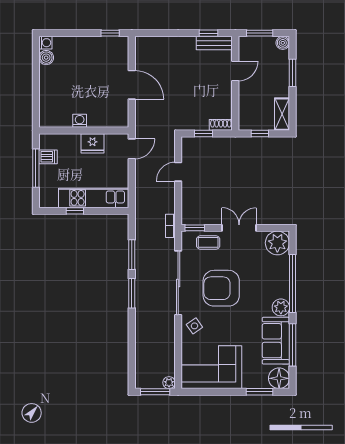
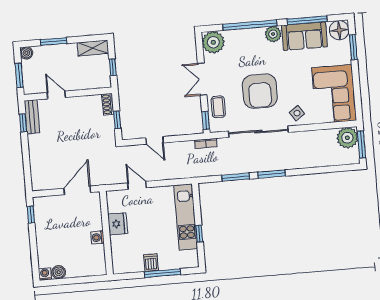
washing machine: (80, 121) -> (98, 238), moved
wall: (84, 130) -> (106, 233), moved
fridge: (92, 143) -> (118, 224), moved
plant: (169, 383) -> (347, 138), width x1.87, depth x1.87

